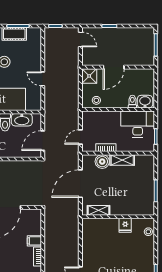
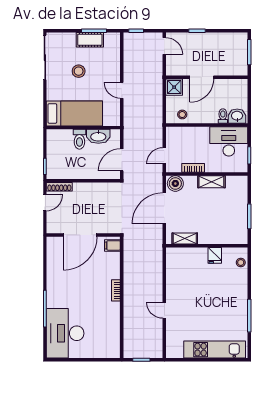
boiler: (102, 162) -> (175, 183), moved
filing cabinet: (34, 241) -> (112, 245), moved

